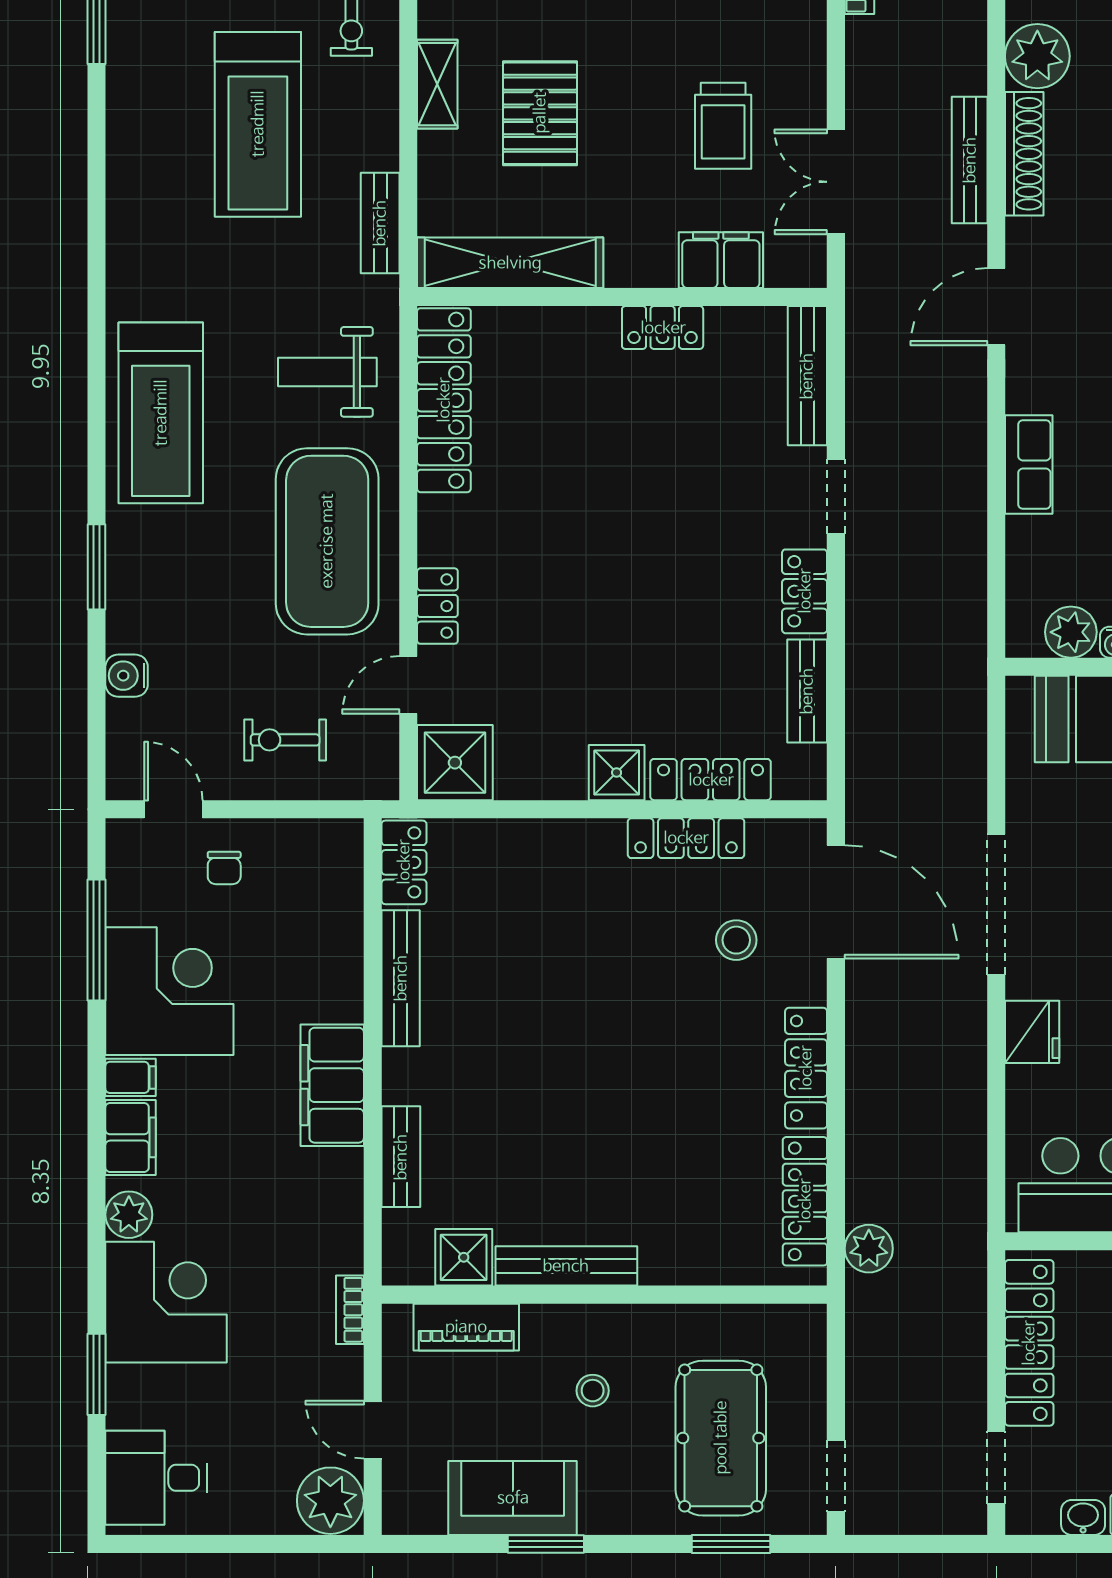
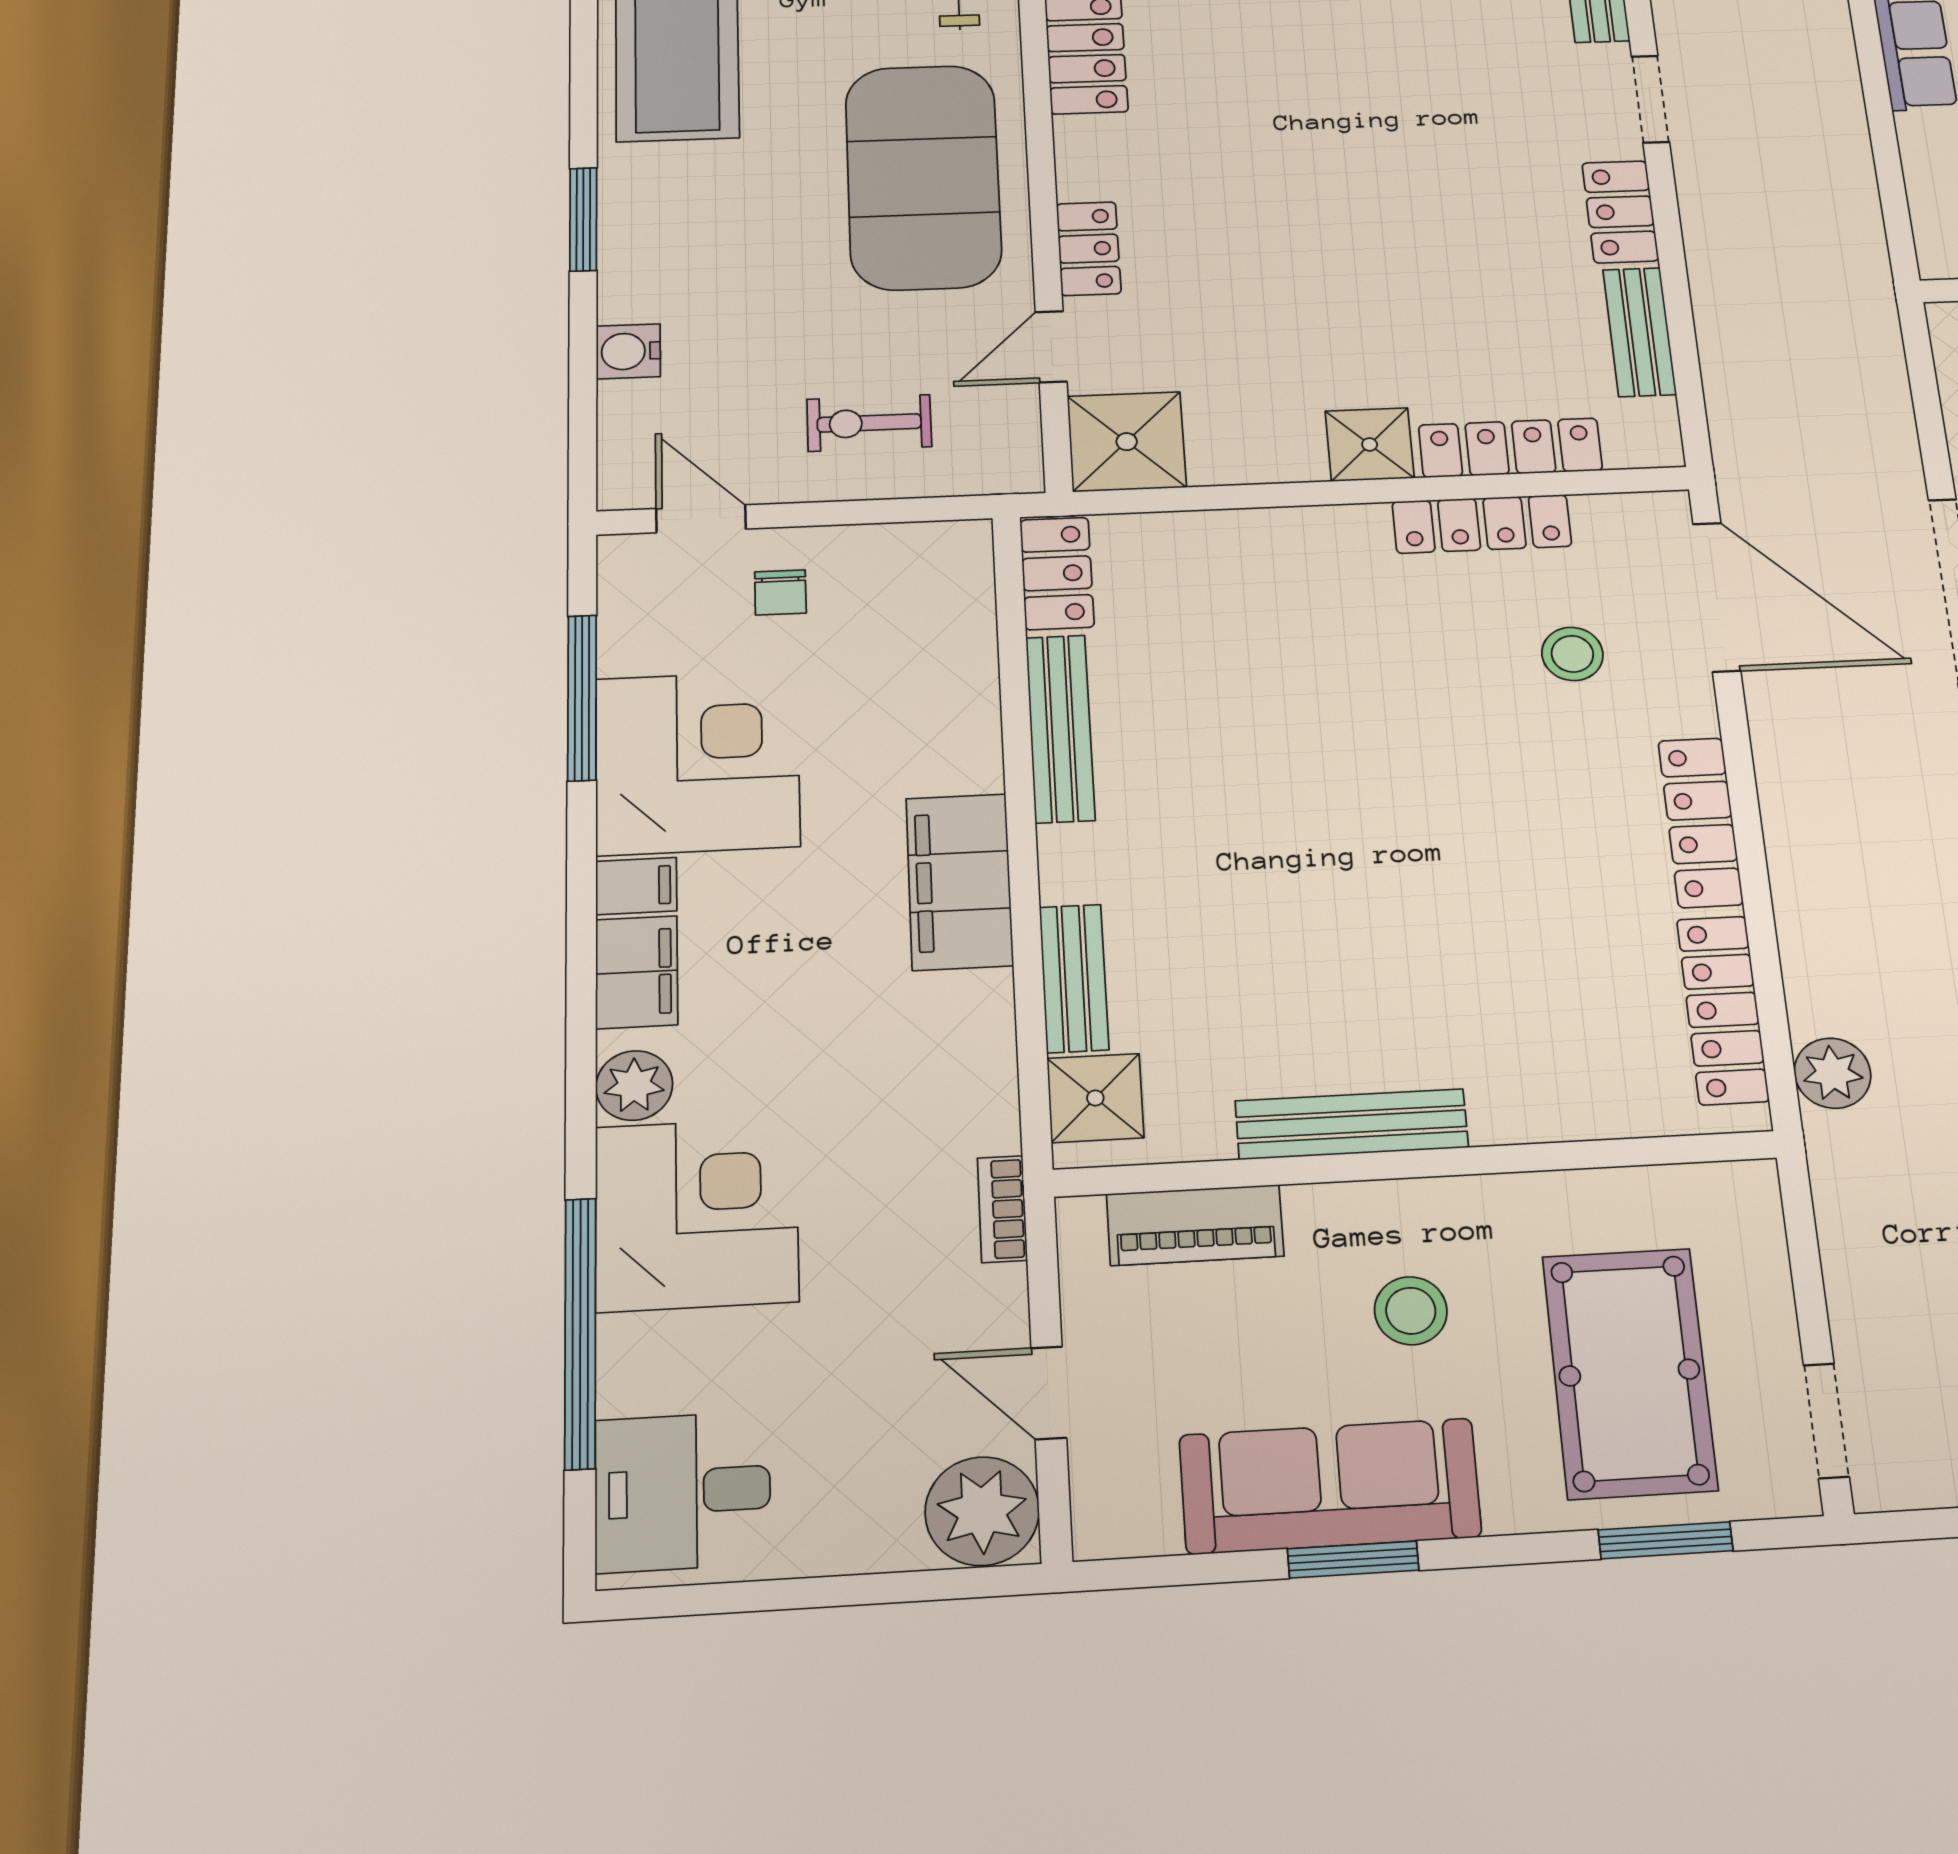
shower: (464, 1257) -> (1095, 1098), moved
window: (97, 1374) -> (580, 1332), width x2.11
stool: (593, 1391) -> (1411, 1311), width x1.37, depth x1.37
sofa: (513, 1498) -> (1330, 1486), width x1.36

